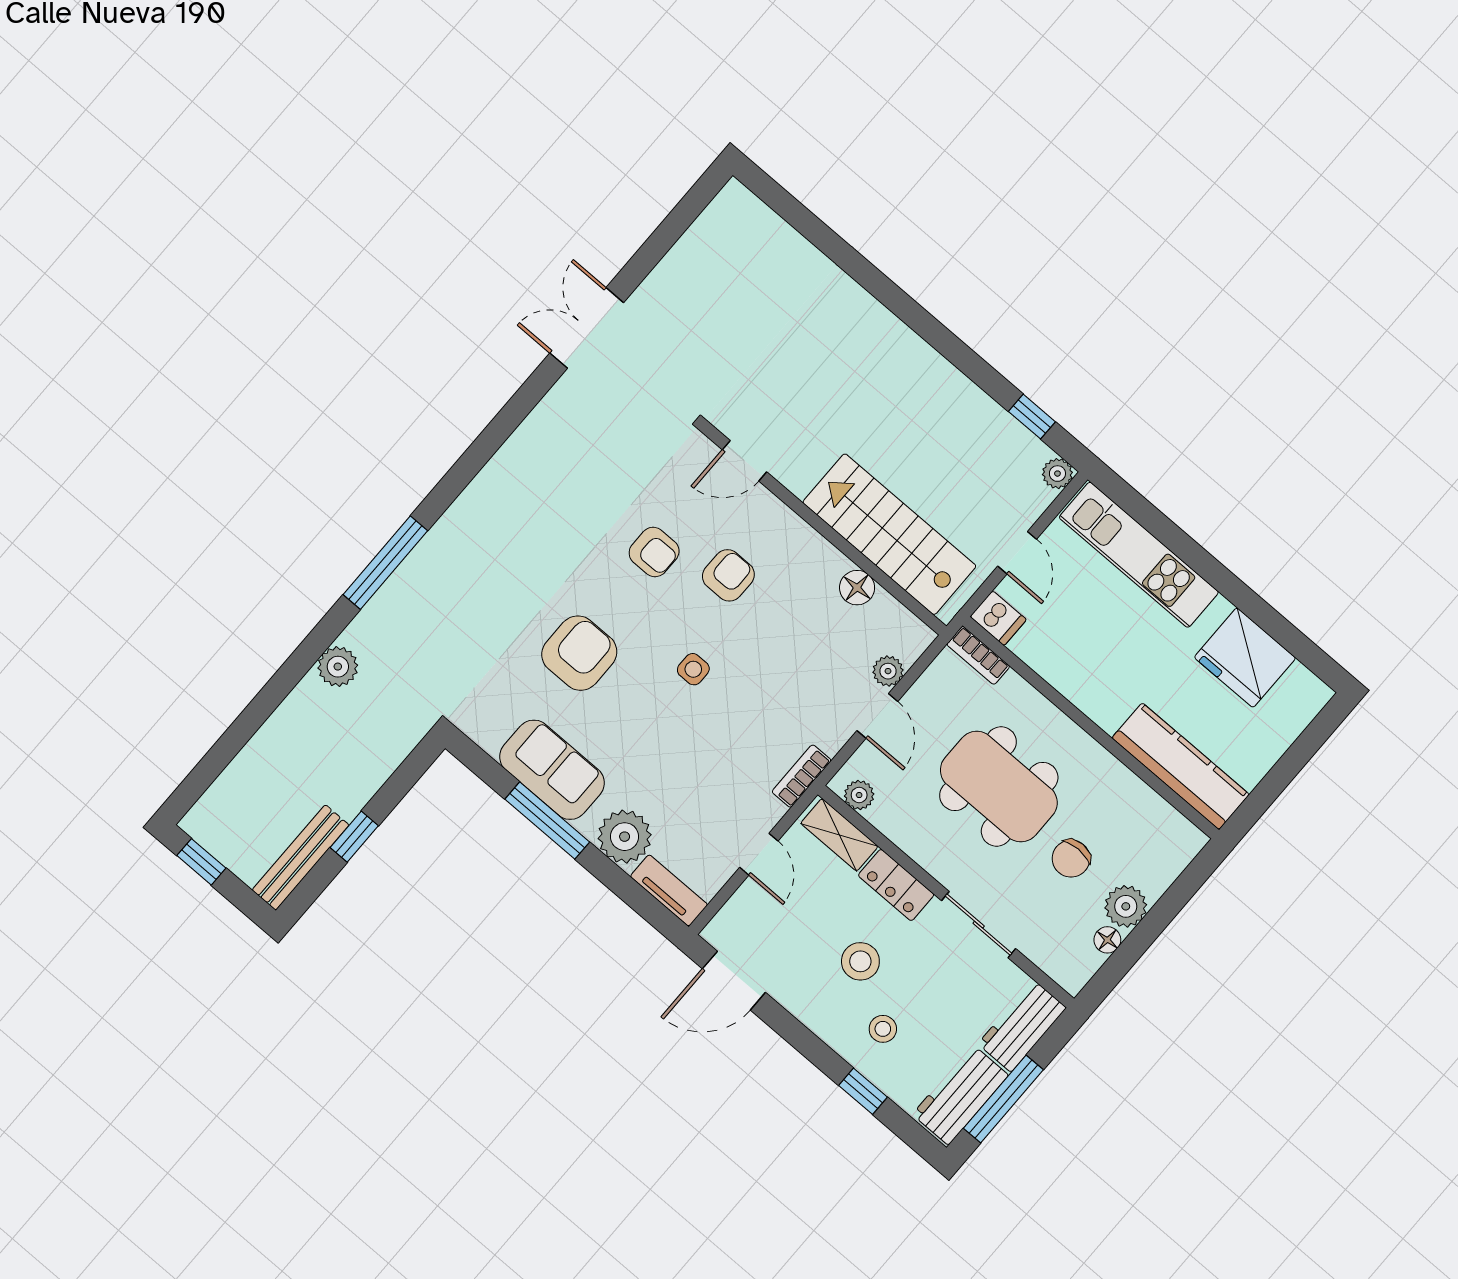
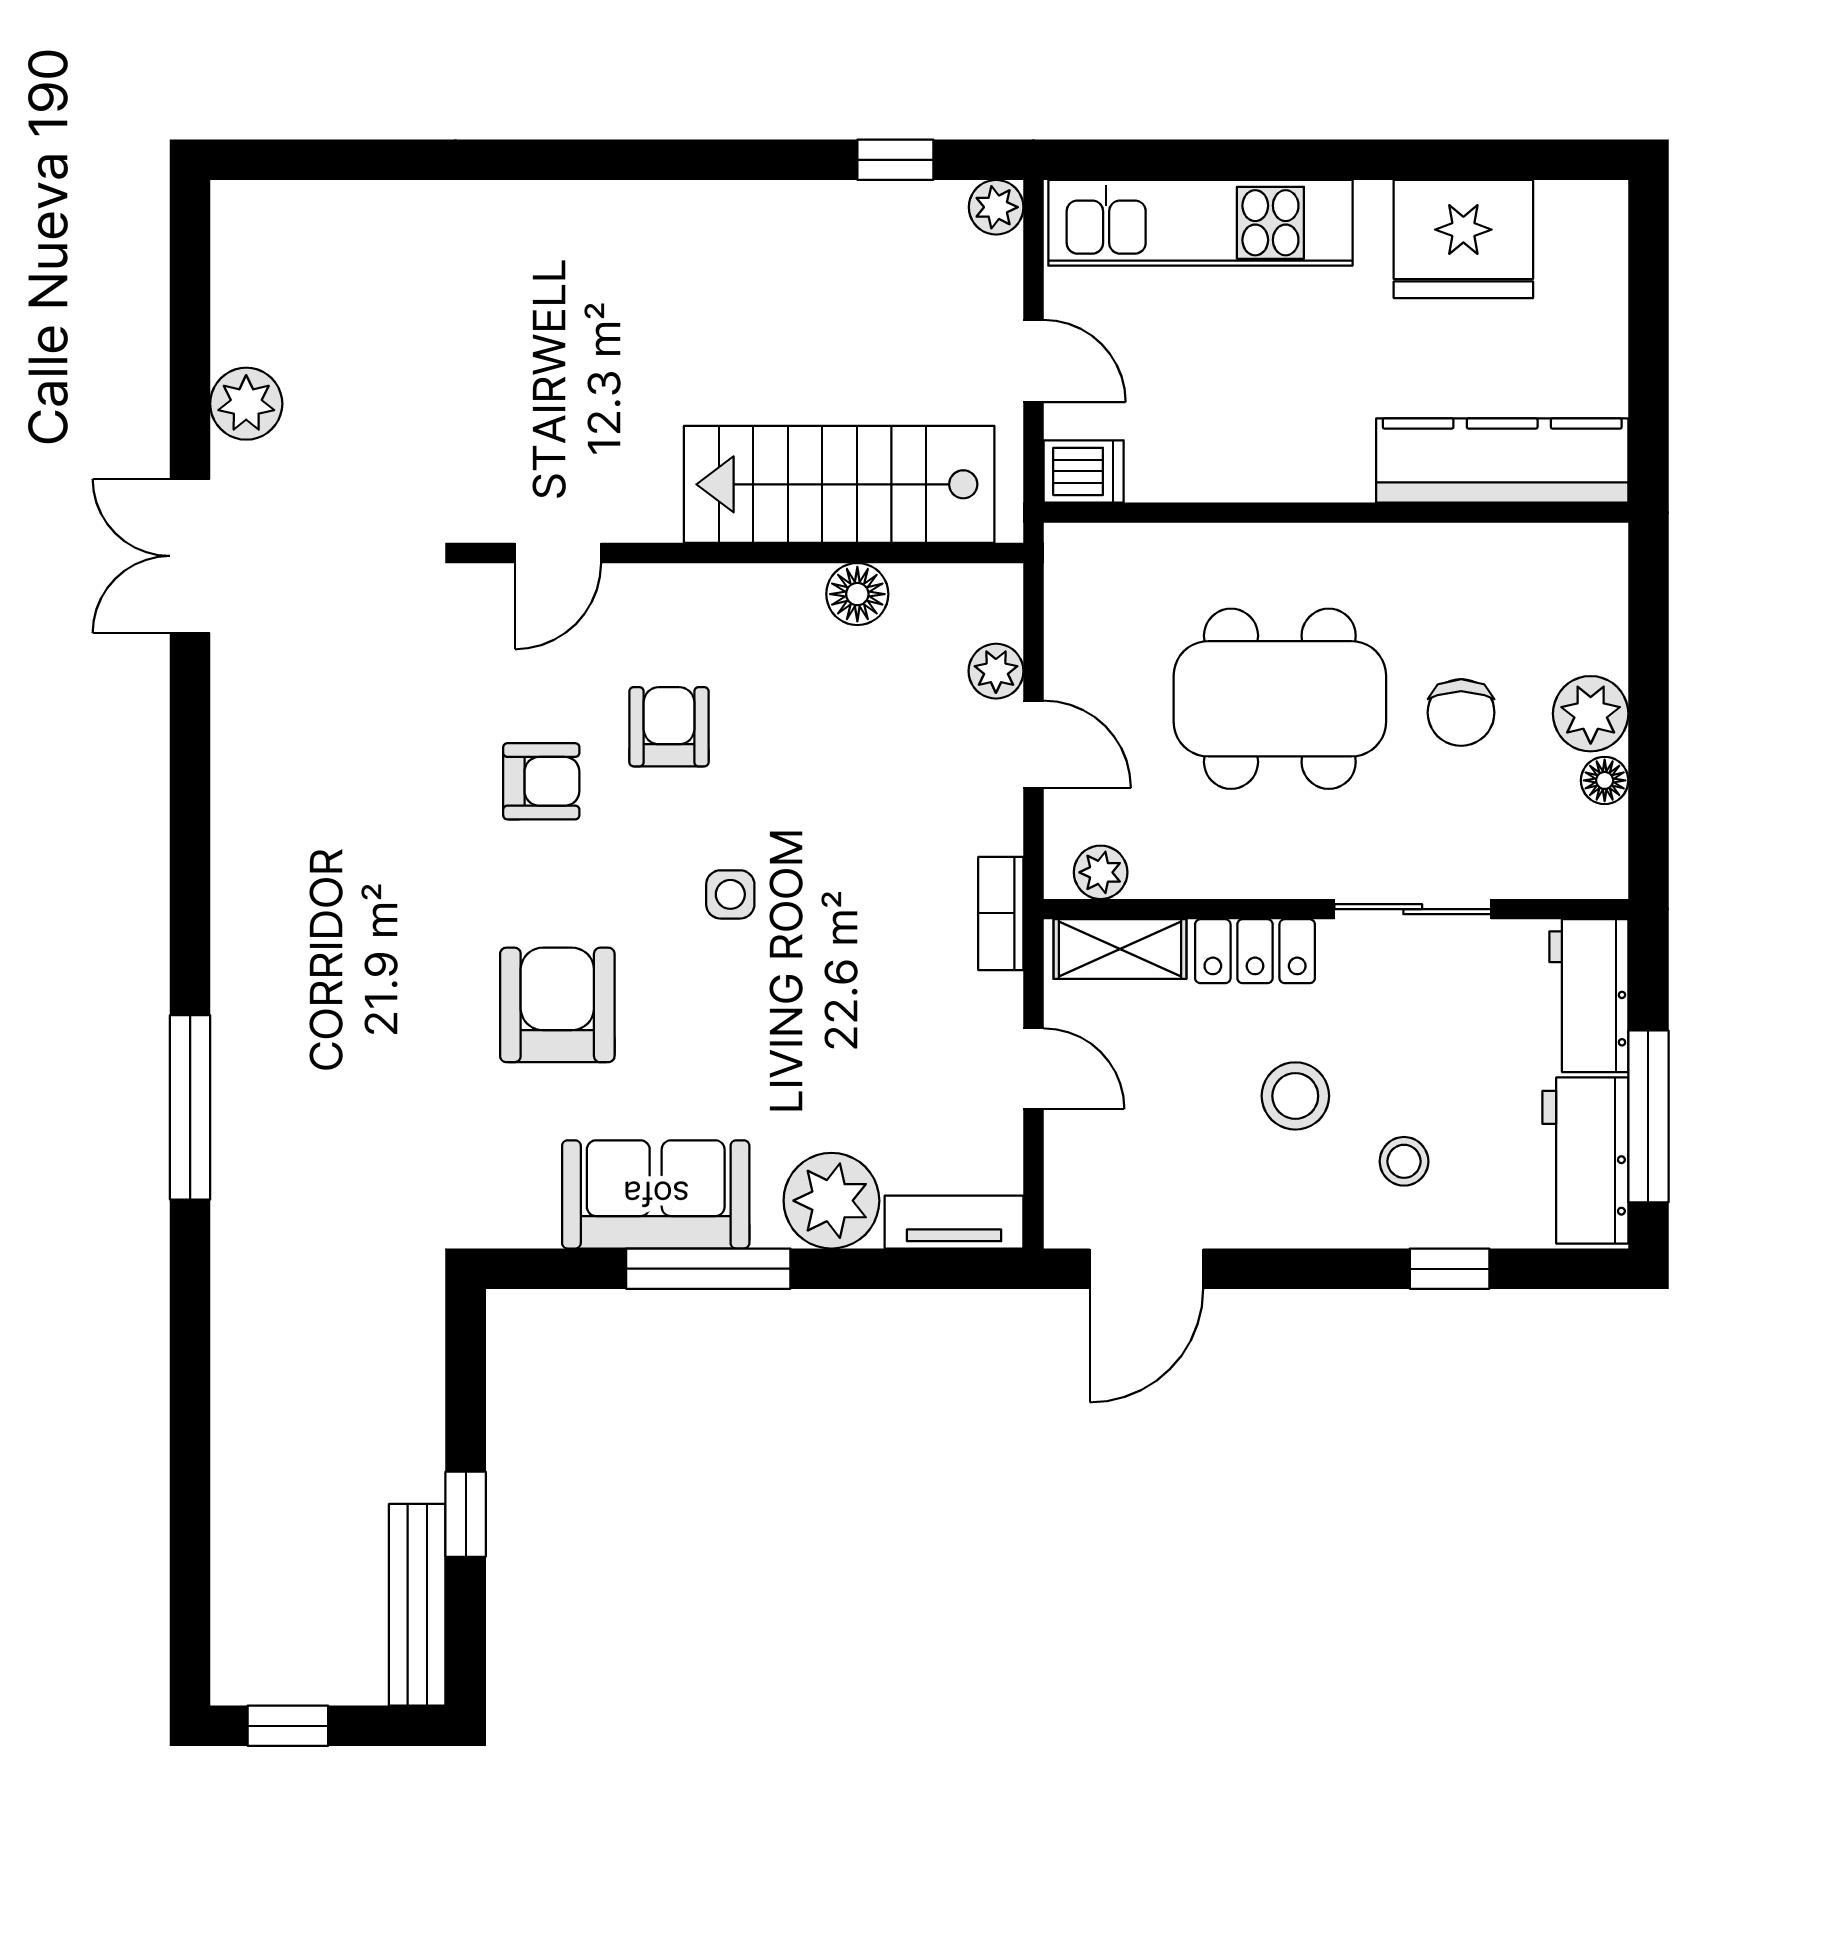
bookcase: (978, 655) -> (1100, 545), removed
plant: (338, 667) -> (246, 404), moved

